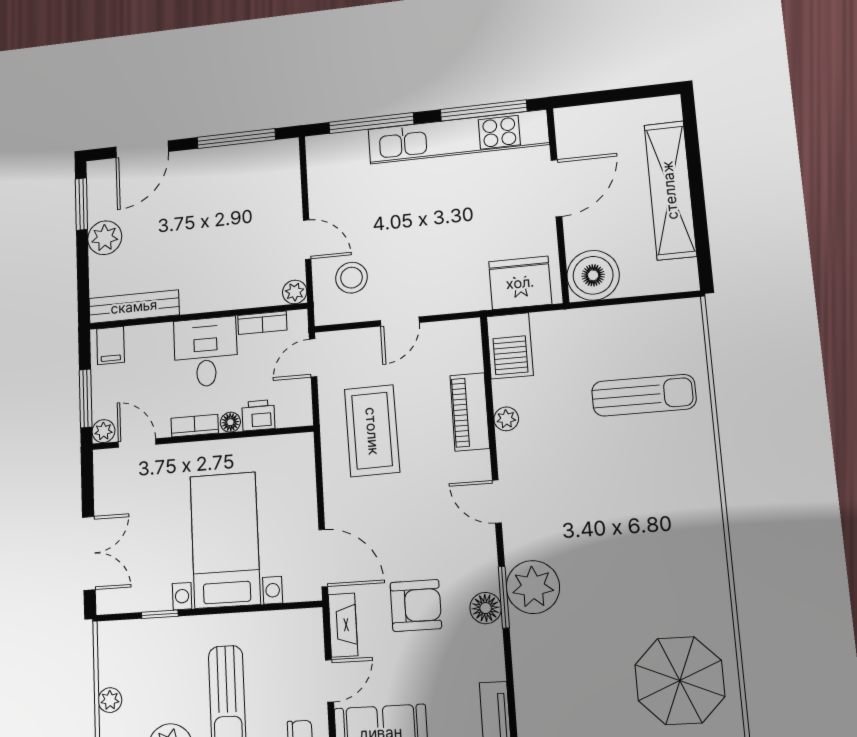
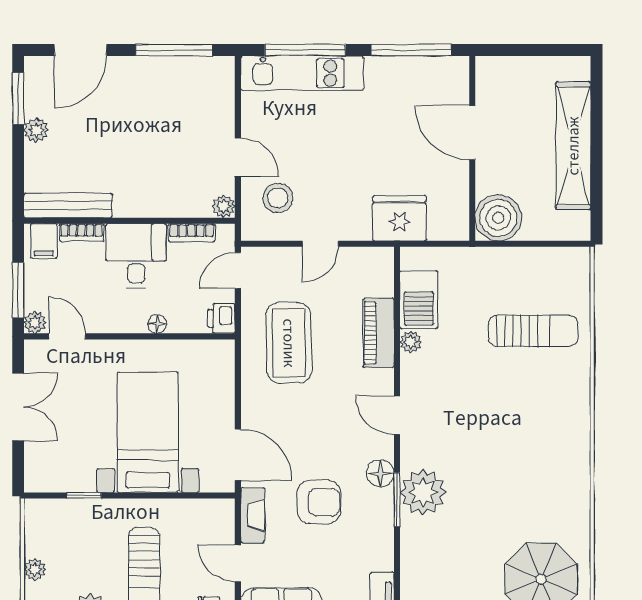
kitchen unit: (458, 137) -> (302, 73), moved, width x0.73
door: (556, 188) -> (472, 133), swing flipped
plant: (105, 238) -> (36, 130), width x0.73, depth x0.73
fridge: (520, 283) -> (399, 218), moved
barbecue: (510, 346) -> (419, 300), moved
printer: (258, 415) -> (221, 318), moved, turned -90
bookcase: (195, 426) -> (82, 232), moved, turned 180
double door: (89, 553) -> (18, 407), moved
floor lamp: (486, 608) -> (380, 473), moved
door: (329, 681) -> (238, 563), swing flipped

